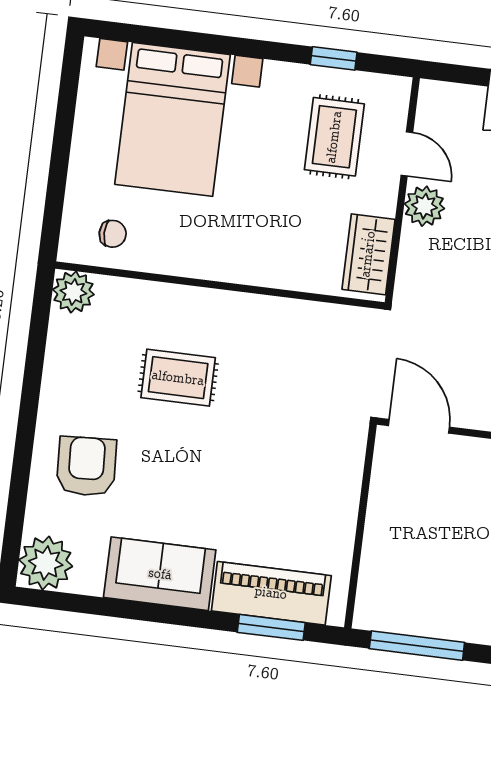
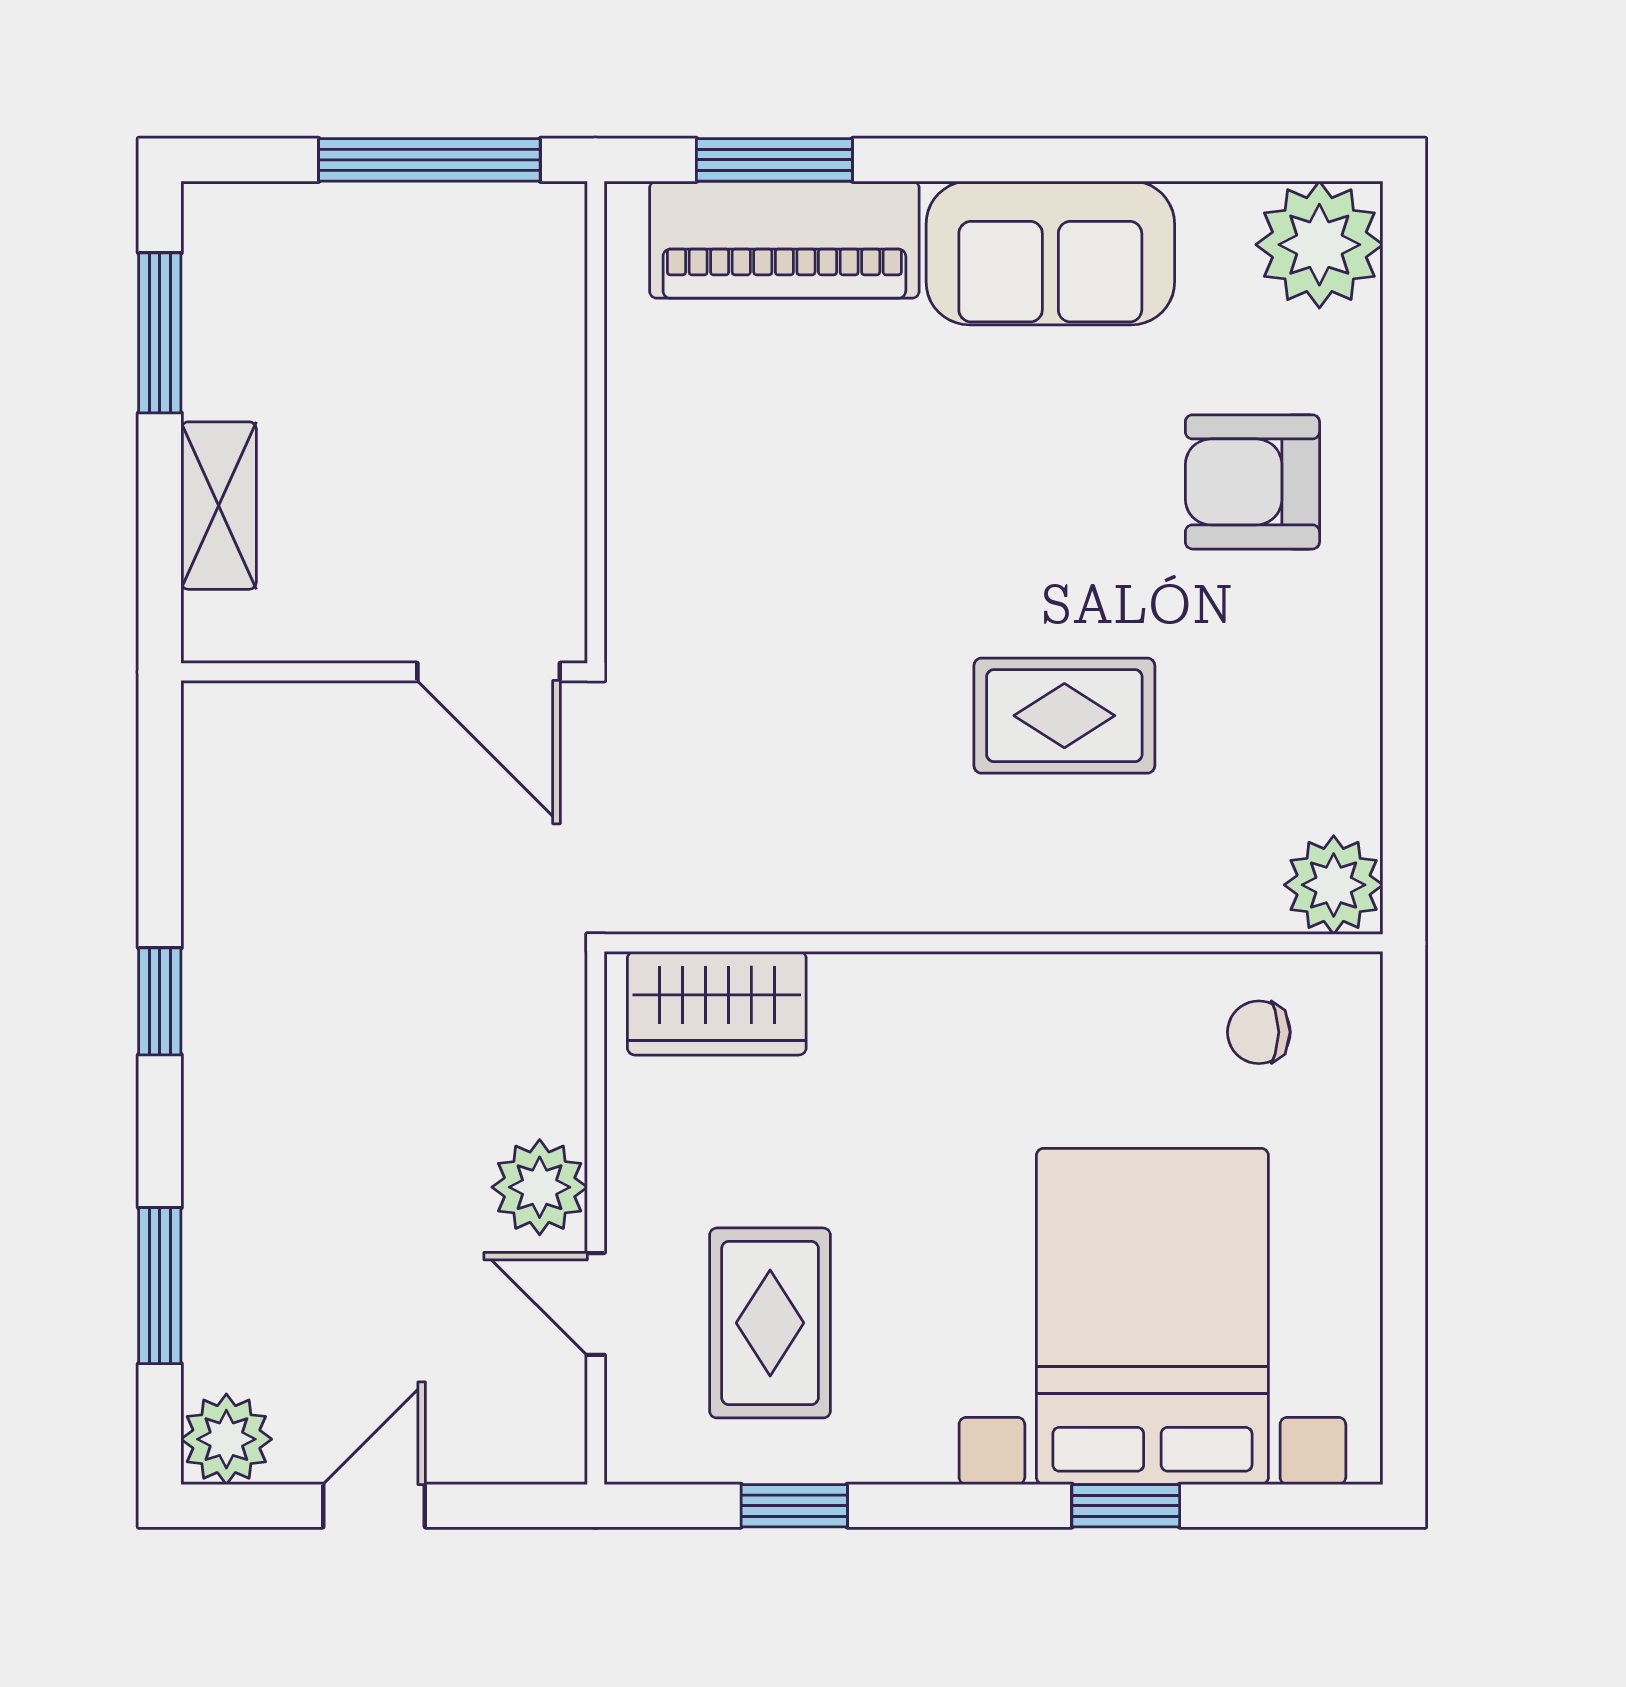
window: (194, 41) -> (1126, 1506), added
wardrobe: (368, 254) -> (717, 1003), moved, turned 90
armchair: (86, 466) -> (1252, 482), turned 93

